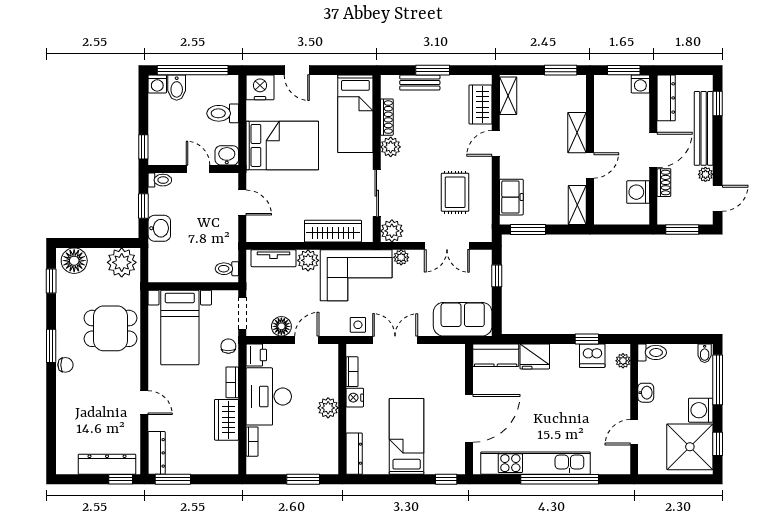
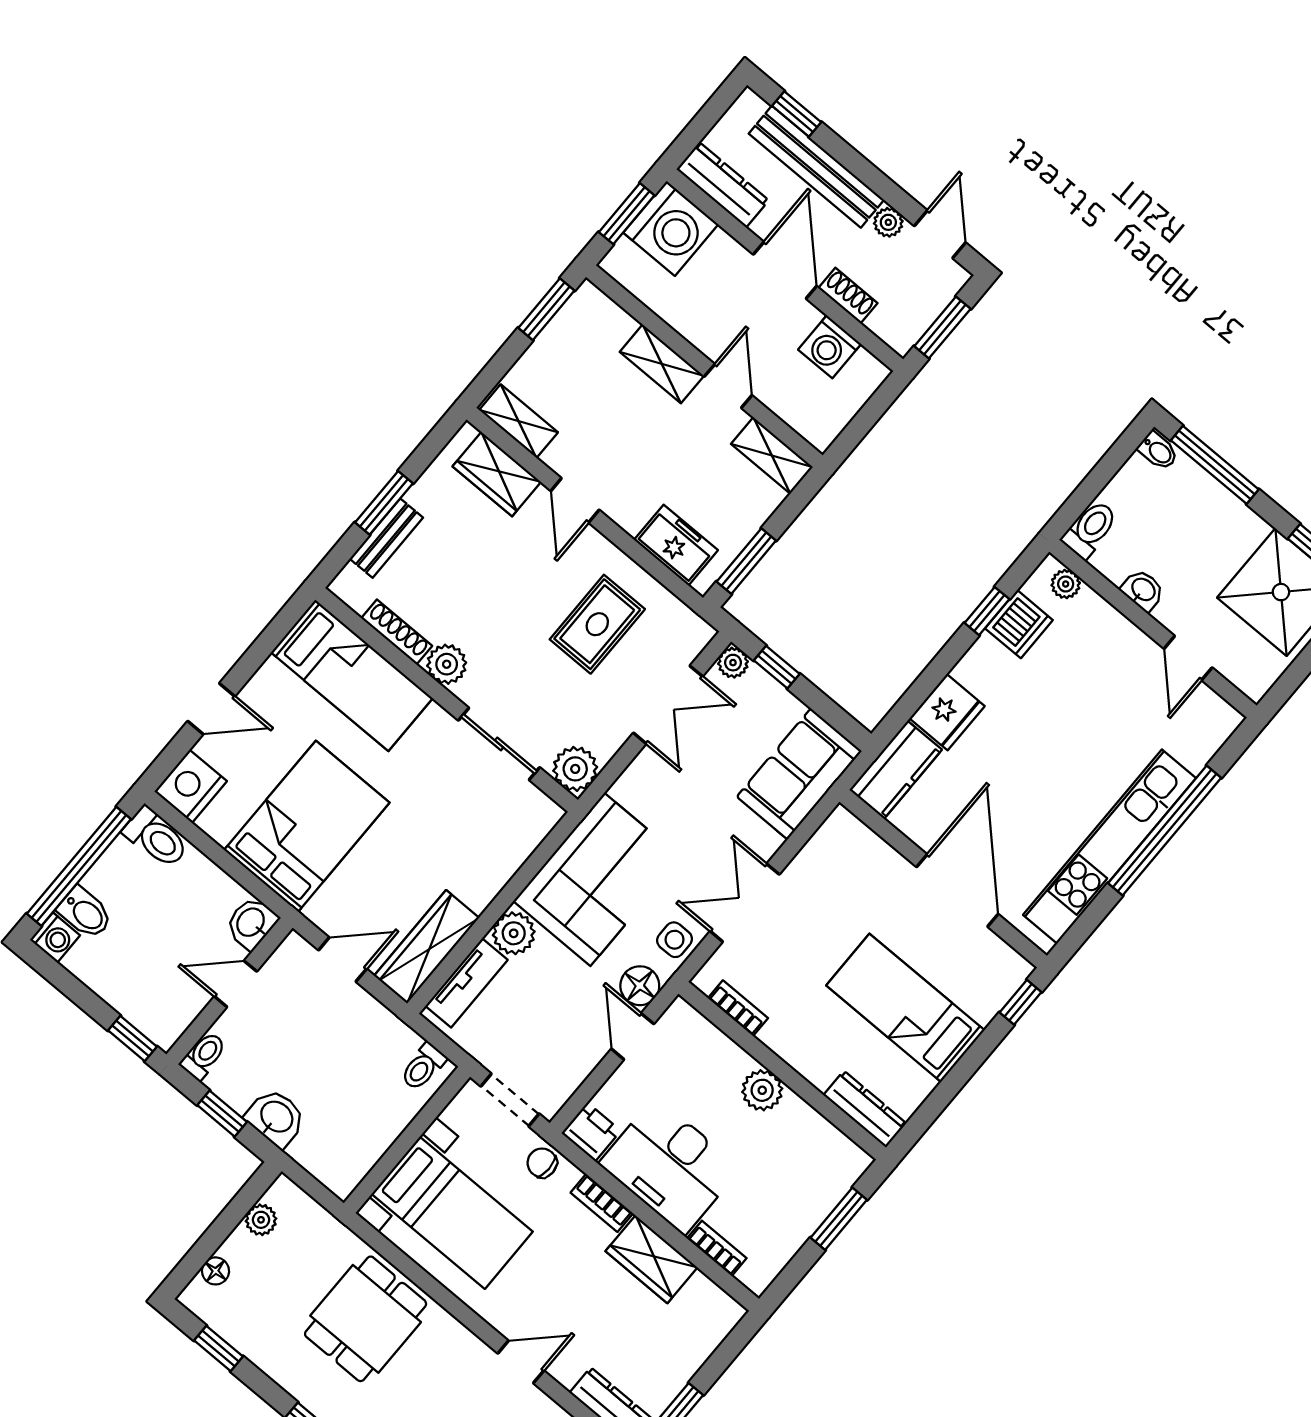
washing machine: (640, 84) -> (671, 228), width x1.89, depth x1.89
toilet: (223, 113) -> (156, 838), moved, turned -90
rug: (455, 192) -> (597, 624), turned 90
wardrobe: (333, 231) -> (427, 947), moved
plant: (401, 257) -> (733, 663), moved
floor lamp: (74, 261) -> (216, 1271), width x0.53, depth x0.53
plant: (122, 262) -> (261, 1220), width x0.53, depth x0.53
floor lamp: (281, 326) -> (640, 986), moved
nightstand: (355, 398) -> (781, 1037), removed
washing machine: (701, 410) -> (1239, 529), removed

